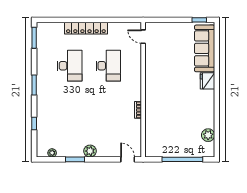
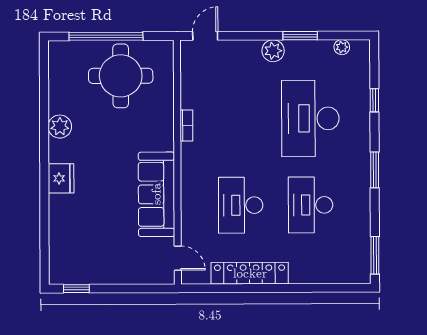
locker: (86, 28) -> (250, 273), moved
sofa: (205, 48) -> (156, 194), moved, turned 180
desk: (70, 114) -> (310, 118), added
plant: (208, 135) -> (60, 127), moved
round table: (174, 137) -> (121, 76), added
door: (128, 159) -> (205, 36), swing flipped

